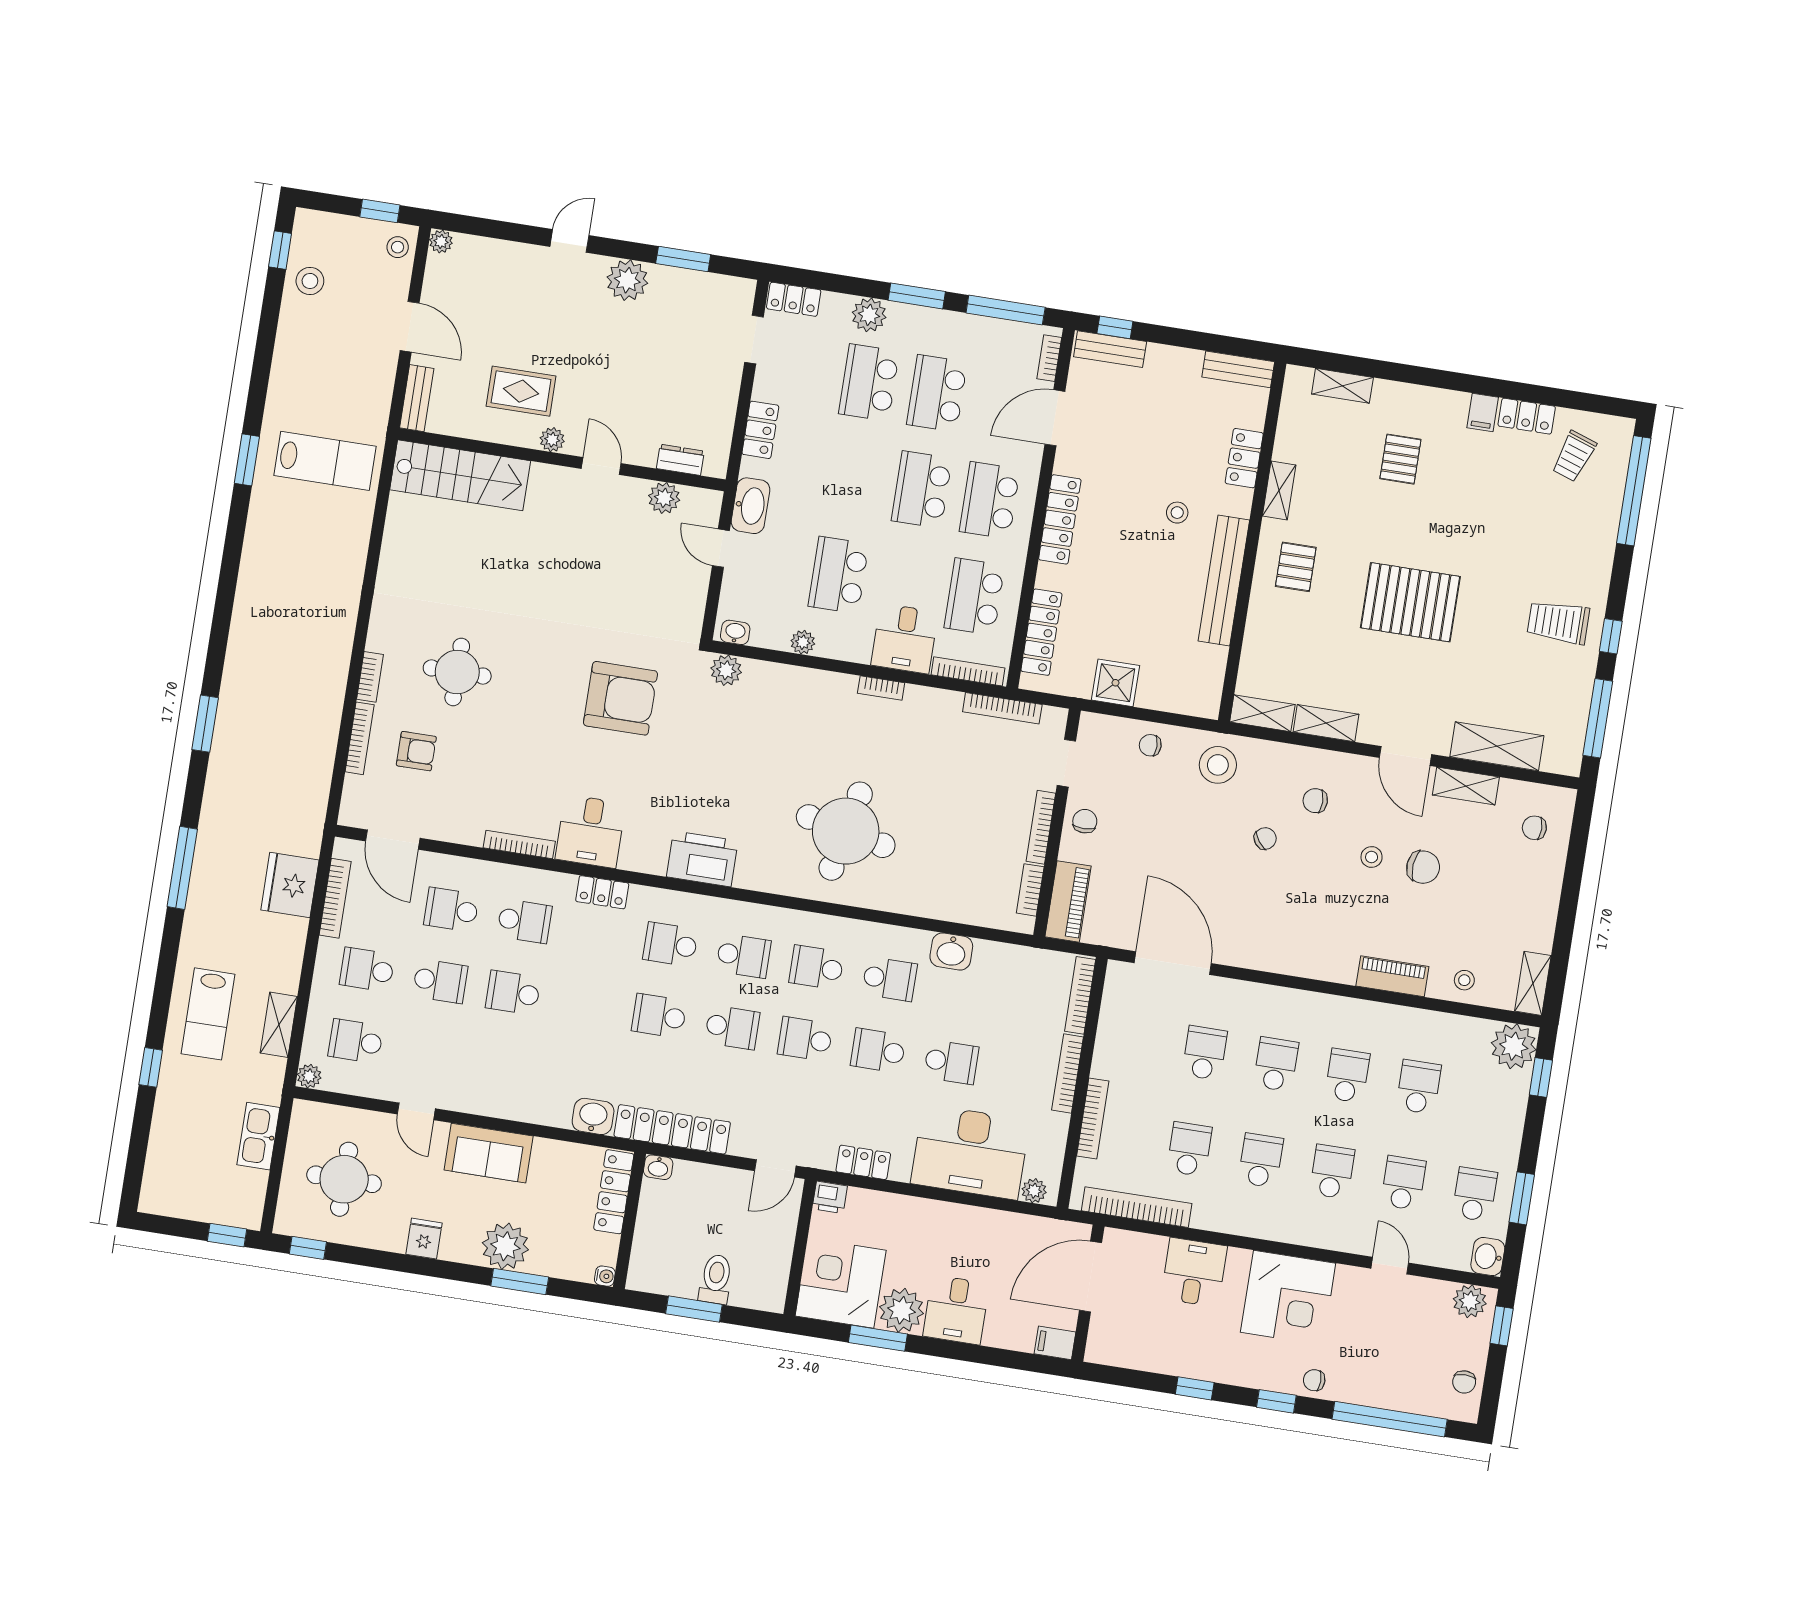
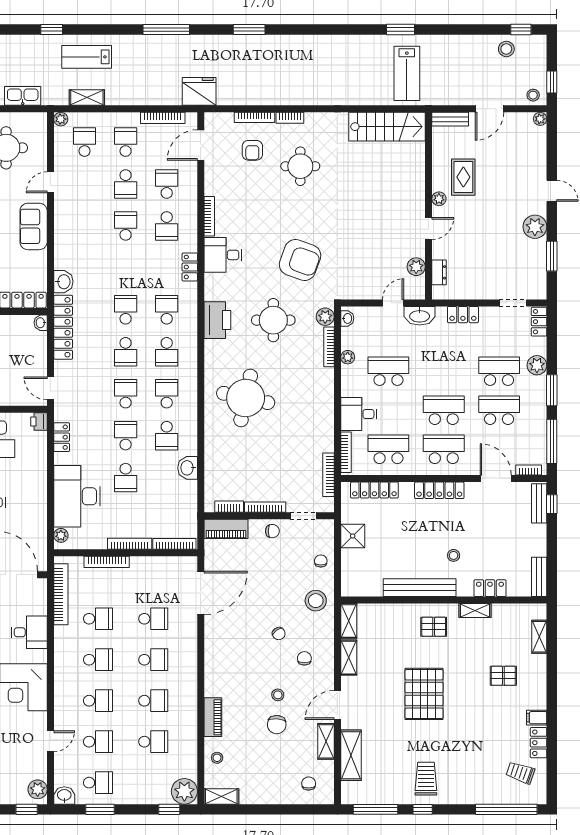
stairs: (460, 475) -> (387, 127), moved, turned -90
bookcase: (881, 688) -> (329, 347), moved, width x1.56
armchair: (620, 698) -> (300, 260), turned -70
round table: (718, 762) -> (273, 320), added
fridge: (290, 885) -> (199, 91), moved

